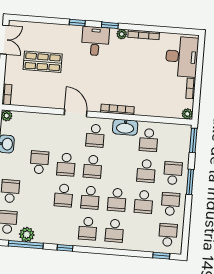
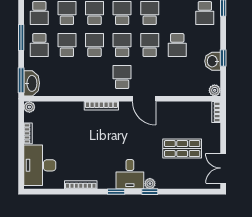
plant: (122, 34) -> (150, 184), moved
washbasin: (125, 127) -> (32, 83), moved, turned 90
school desk: (149, 140) -> (94, 45), moved

